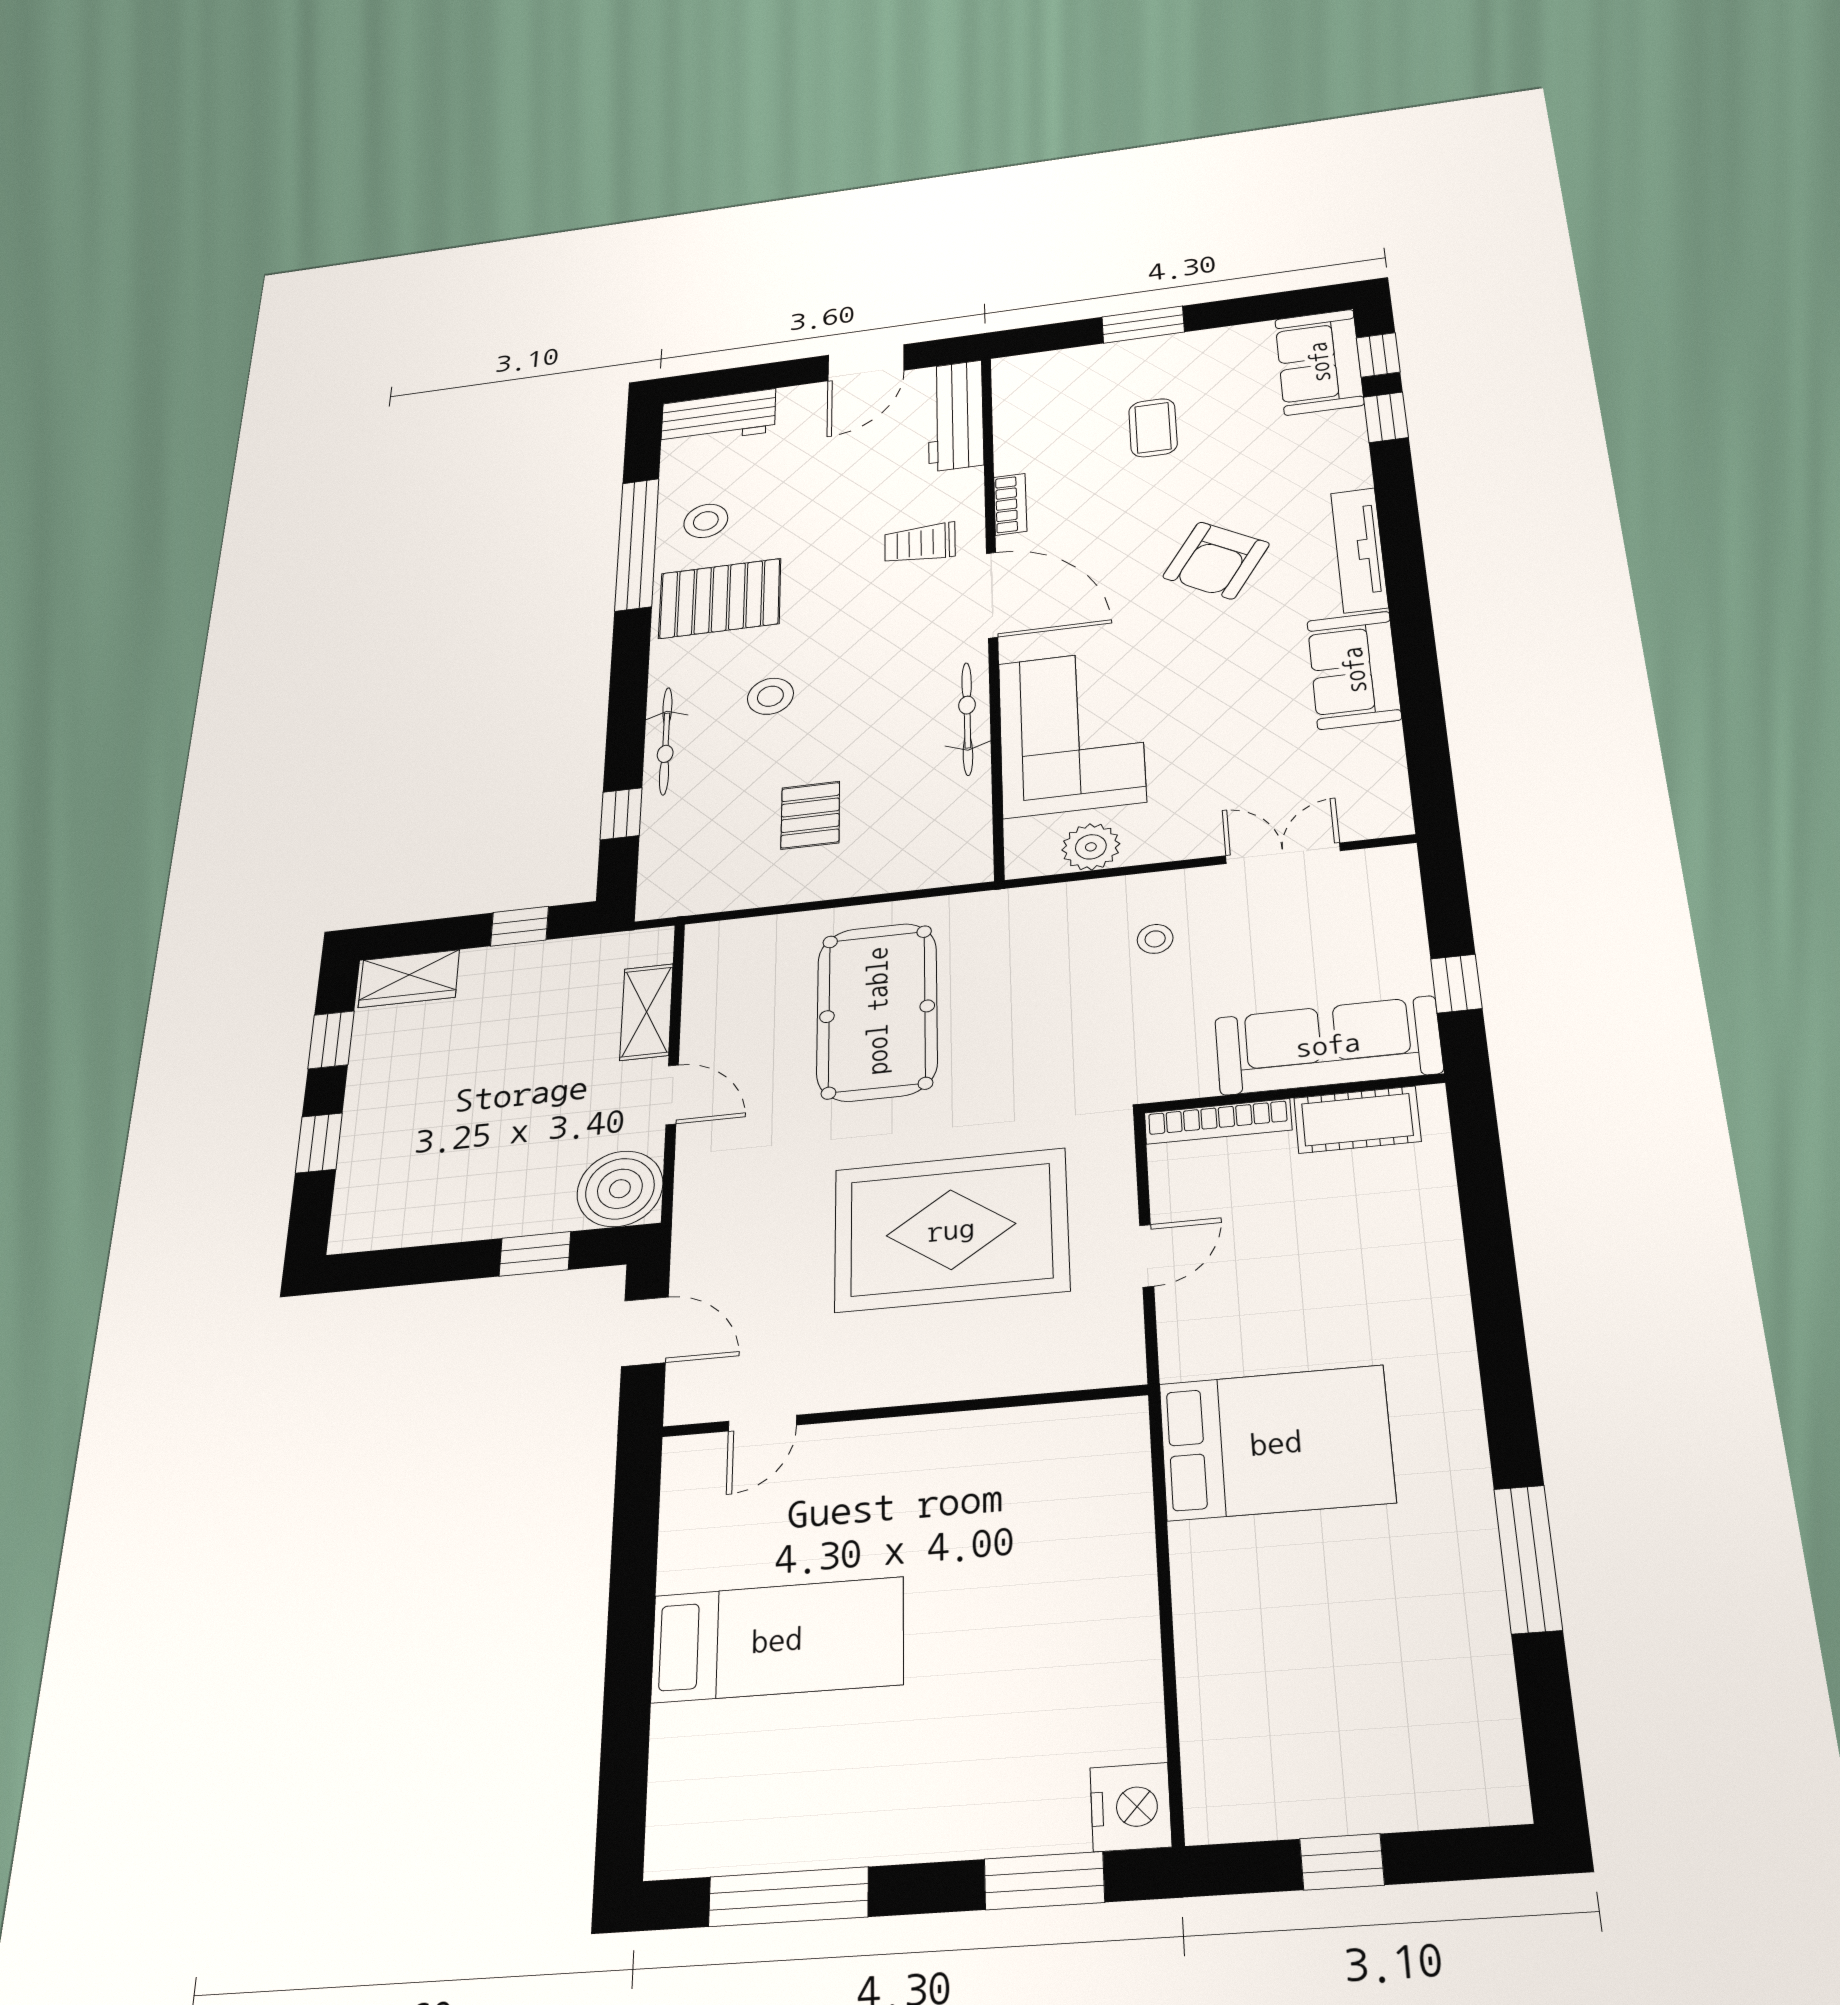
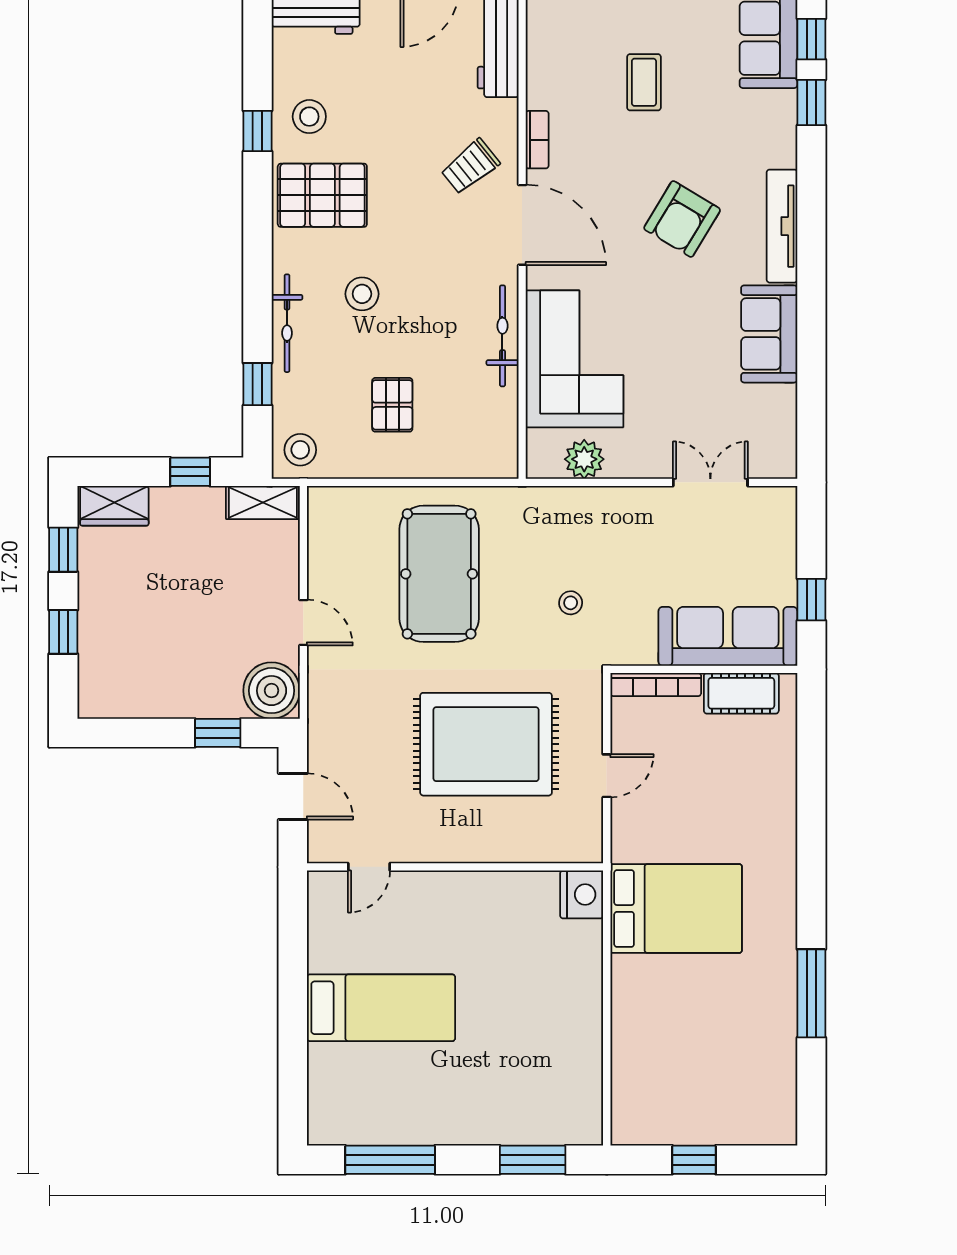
trolley: (920, 543) -> (470, 166), turned -39
window: (637, 544) -> (257, 131), width x0.32
stool: (677, 883) -> (300, 450), added
stool: (1155, 939) -> (571, 603), moved
shelving: (647, 1012) -> (263, 503), moved, turned 90
nightstand: (1131, 1807) -> (582, 894), moved

